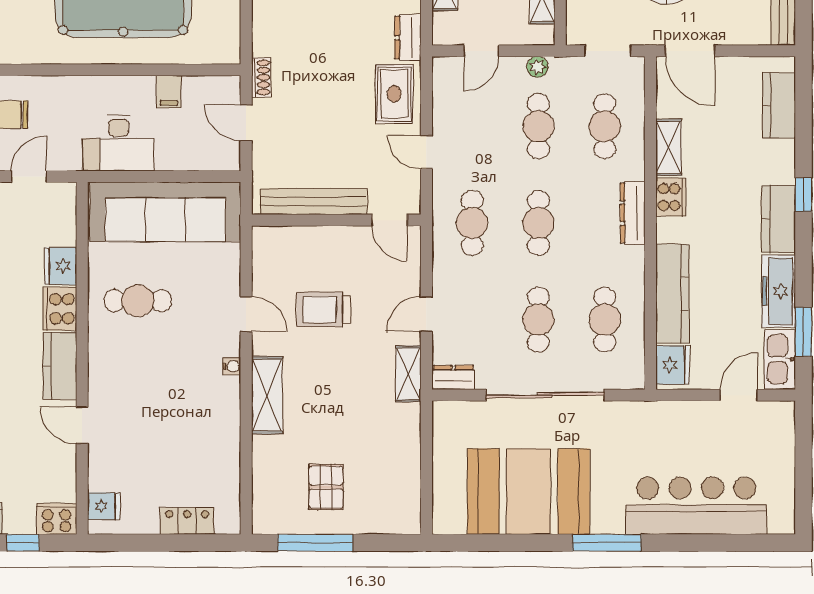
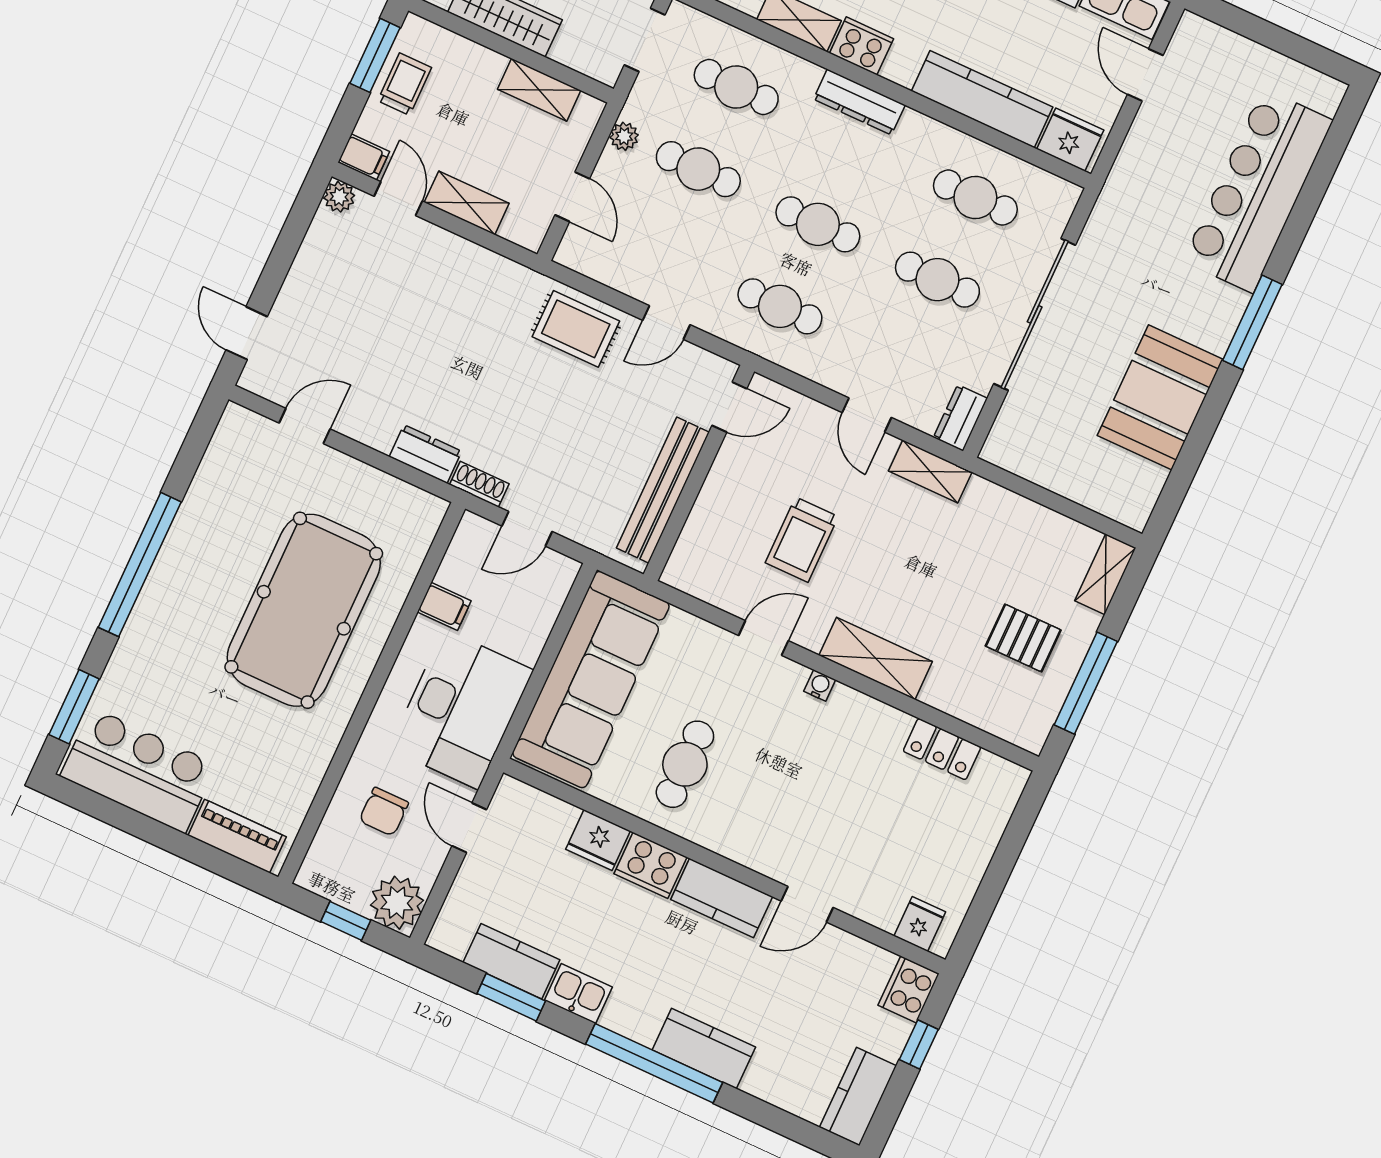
dresser: (408, 38) -> (425, 454), moved, turned 180
desk: (118, 143) -> (461, 709), width x1.36, depth x1.30
booth: (529, 492) -> (1160, 397), width x0.73, depth x0.70
locker: (187, 521) -> (942, 749), moved, turned -90
shelving: (394, 522) -> (1105, 574), added

